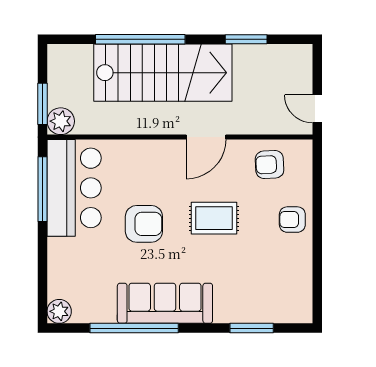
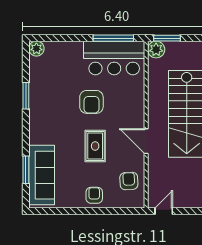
sofa: (165, 303) -> (42, 175), moved
window: (134, 328) -> (26, 96), width x0.47

